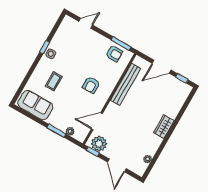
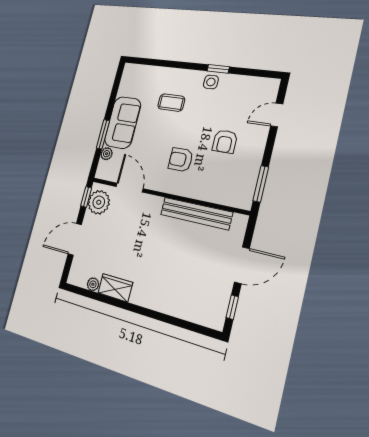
door: (86, 23) -> (277, 115), swing flipped
armchair: (114, 54) -> (225, 141), moved
door: (162, 67) -> (242, 265), swing flipped
sofa: (35, 105) -> (123, 123), moved
wardrobe: (164, 127) -> (115, 288), moved

